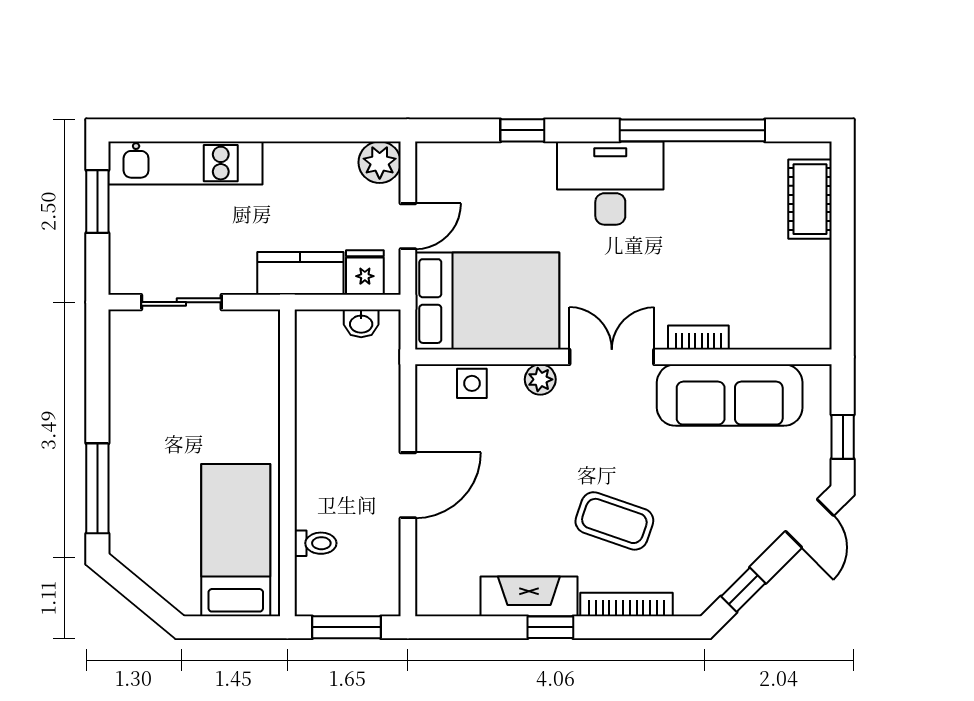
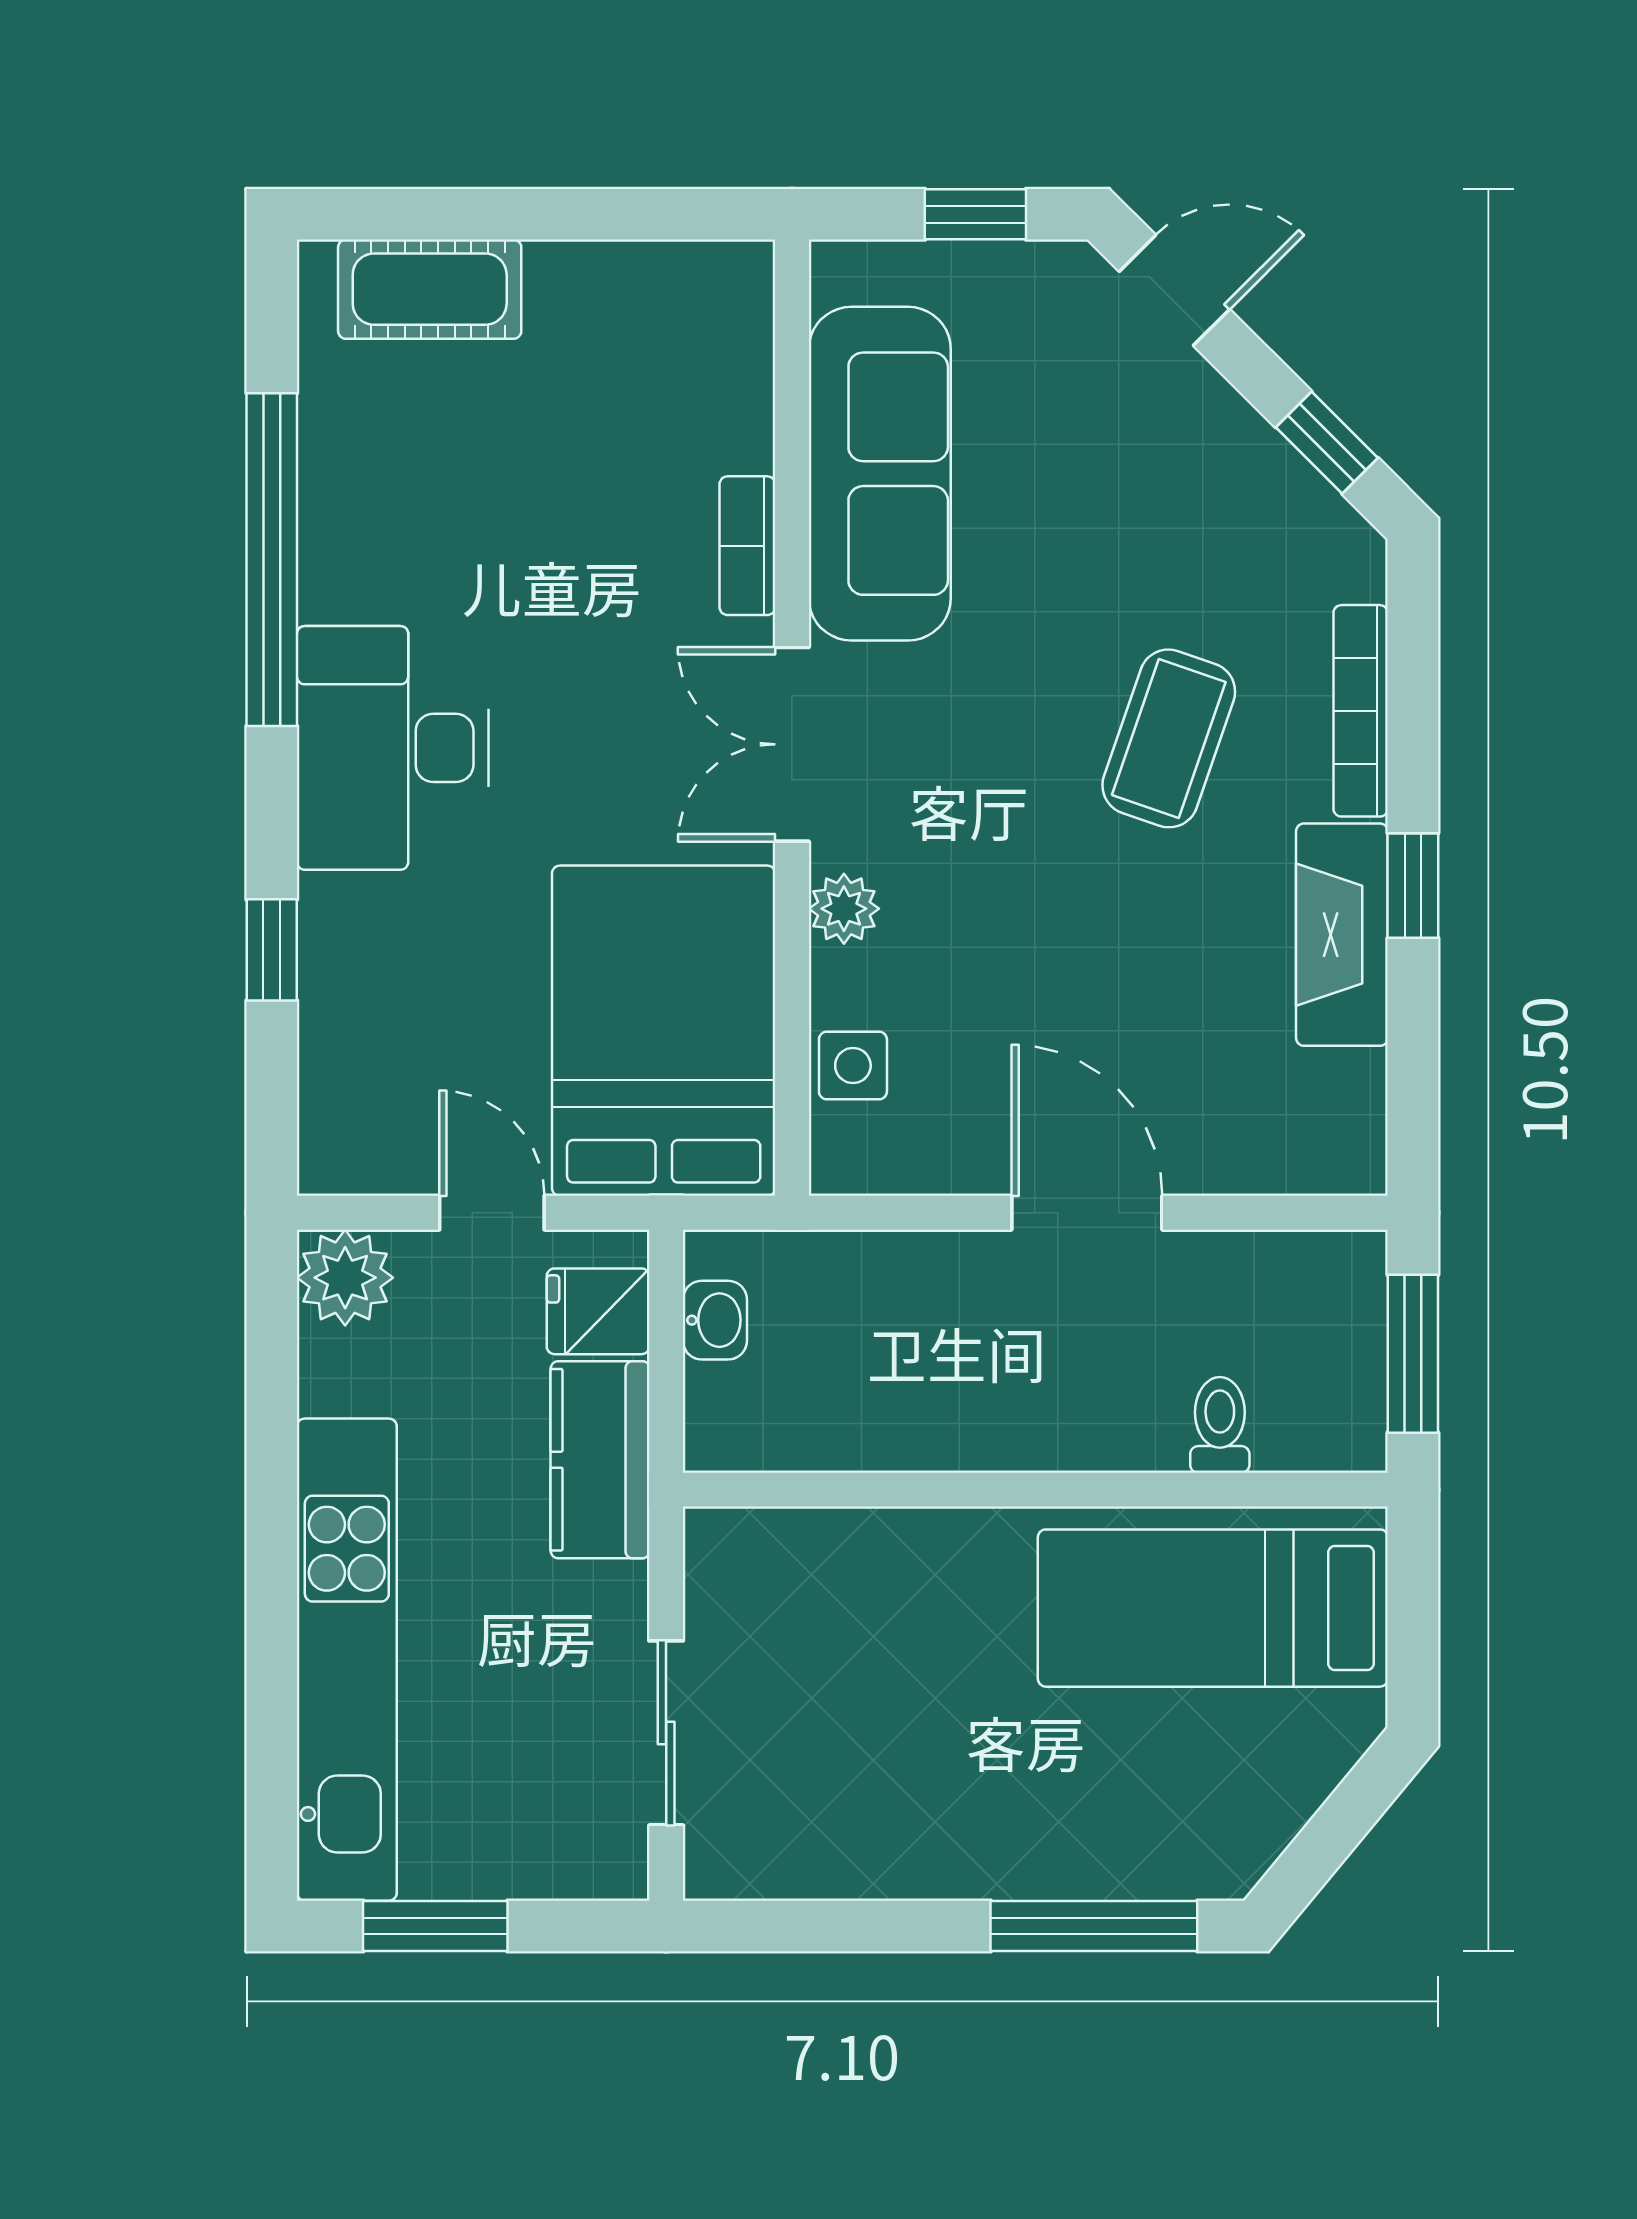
kitchen unit: (185, 163) -> (347, 1660), width x1.36

